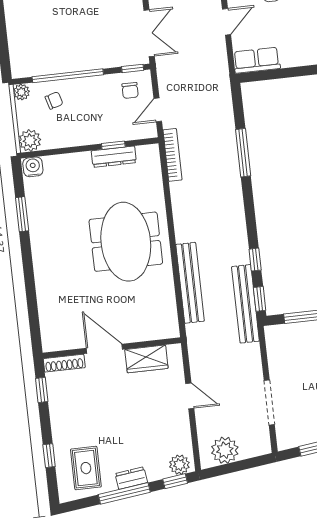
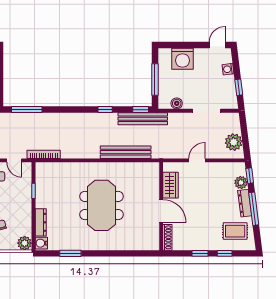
window: (243, 153) -> (27, 110), moved
dresser: (114, 157) -> (41, 222), moved
meeting table: (126, 242) -> (101, 205), moved, turned 90
window: (255, 260) -> (105, 110), moved
door: (104, 349) -> (161, 211), swing flipped
boiler: (275, 354) -> (177, 103), added
window: (42, 390) -> (200, 253), moved
plant: (179, 465) -> (241, 183), moved
dresser: (131, 478) -> (245, 203), width x1.44

